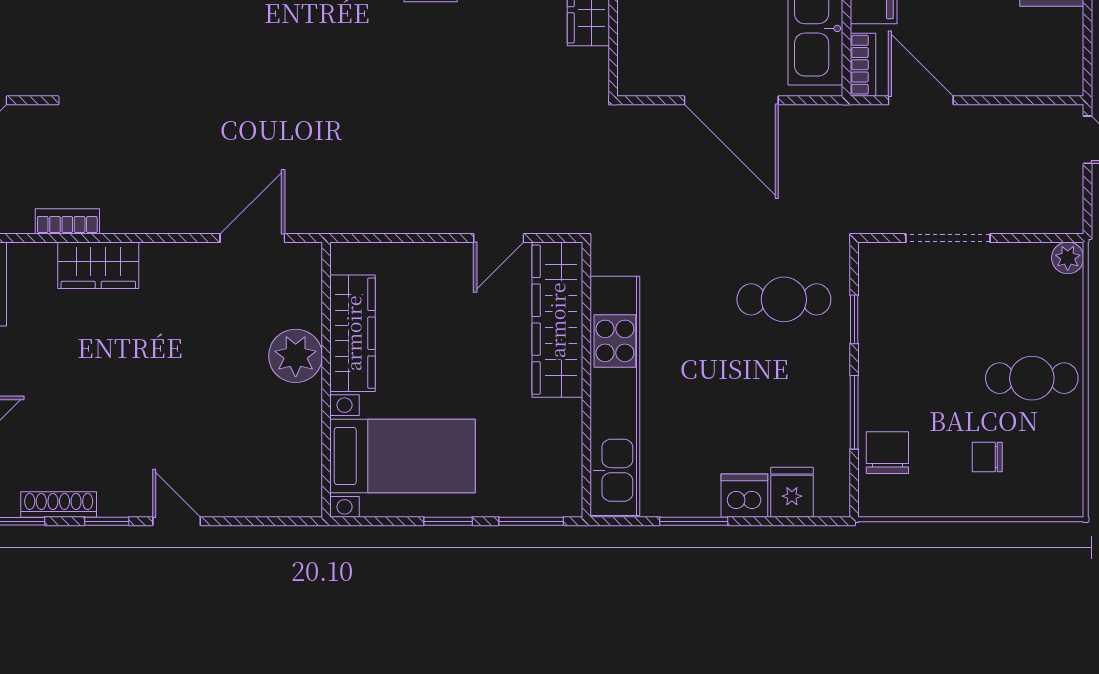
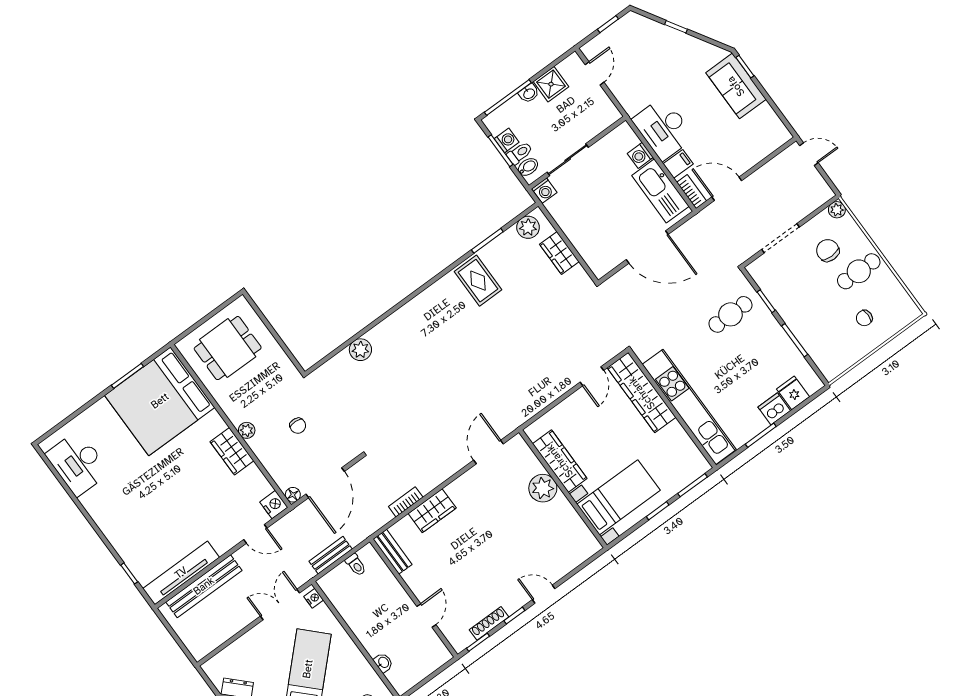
chair: (887, 453) -> (828, 250), moved

